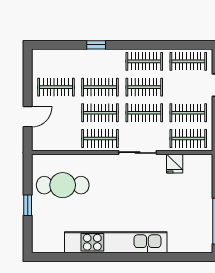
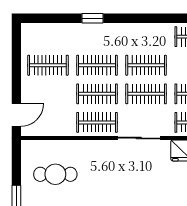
clothes rail: (144, 61) -> (146, 37), removed
door: (28, 117) -> (16, 115), moved
cafe table: (63, 185) -> (55, 174), width x0.73, depth x0.74

